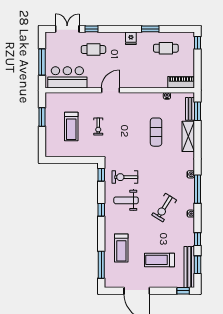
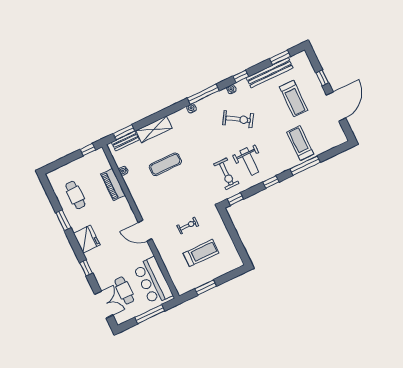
double door: (67, 29) -> (104, 305), swing flipped
window: (92, 29) -> (86, 268), moved
fridge: (131, 38) -> (87, 239), width x1.88, depth x1.34
window: (197, 43) -> (88, 150), moved
cafe table: (93, 50) -> (124, 290), moved
piano: (181, 82) -> (113, 185), moved
window: (197, 239) -> (241, 76), moved
treadmill: (121, 248) -> (300, 143), turned -90
window: (101, 265) -> (305, 166), moved
bench: (189, 267) -> (270, 73), moved
window: (183, 291) -> (322, 78), moved

